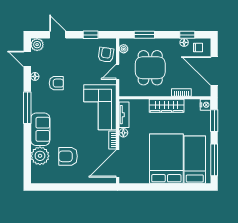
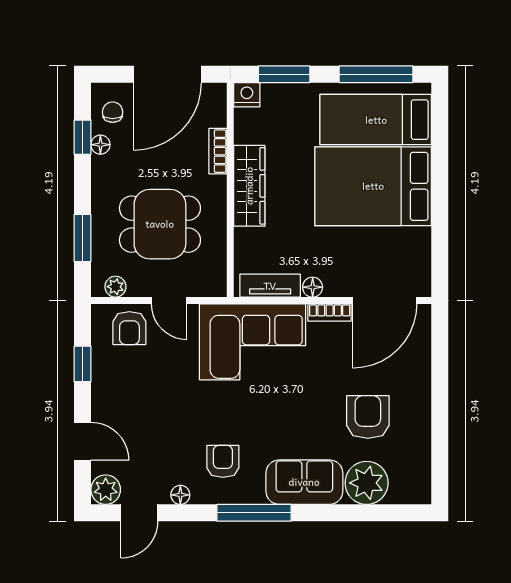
door: (58, 35) -> (82, 441), swing flipped
armchair: (106, 55) -> (129, 328), turned -98
armchair: (56, 83) -> (223, 461), moved
armchair: (68, 156) -> (368, 417), turned 180
door: (118, 164) -> (385, 301), hinge flipped

